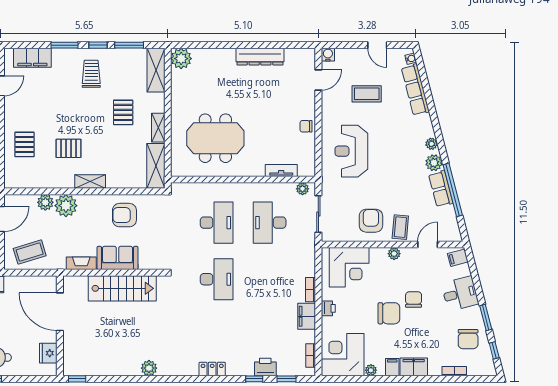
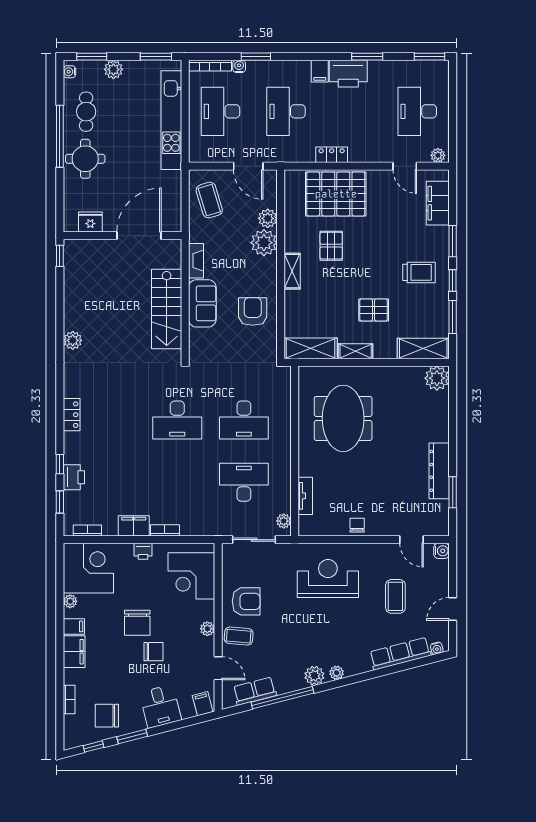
window: (278, 45) -> (453, 492), added
pallet: (25, 144) -> (336, 194), width x2.05, depth x2.00
row of seats: (441, 189) -> (255, 691), moved

